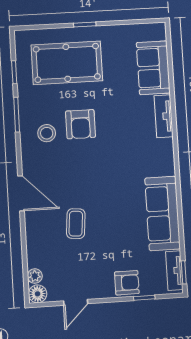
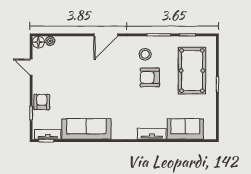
coffee table: (76, 224) -> (83, 70), removed
armchair: (127, 283) -> (42, 102), turned 180

